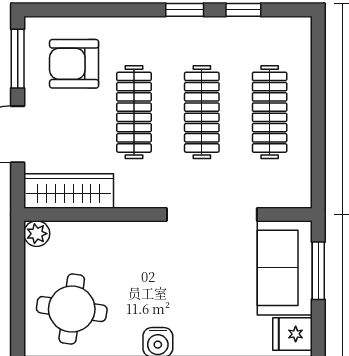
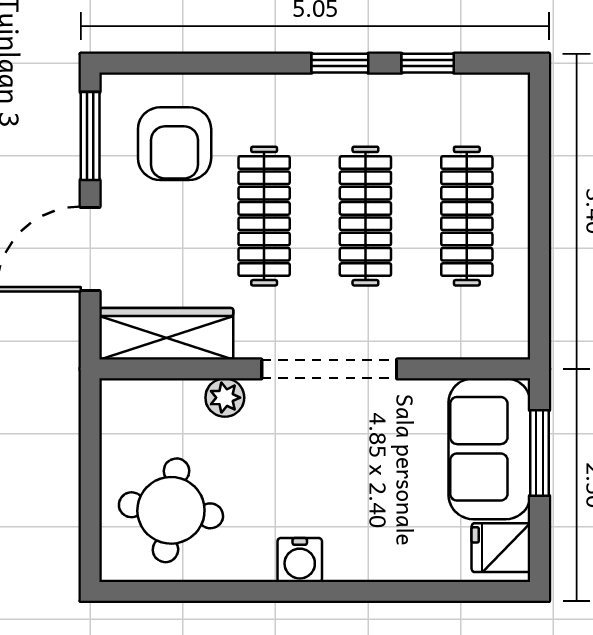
armchair: (74, 64) -> (175, 144), turned -90
doorway: (212, 214) -> (329, 369), moved
plant: (37, 234) -> (225, 398), moved

